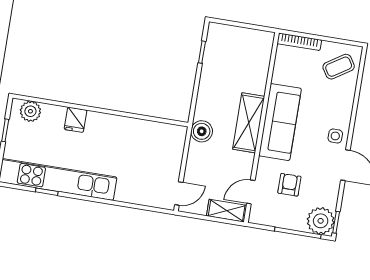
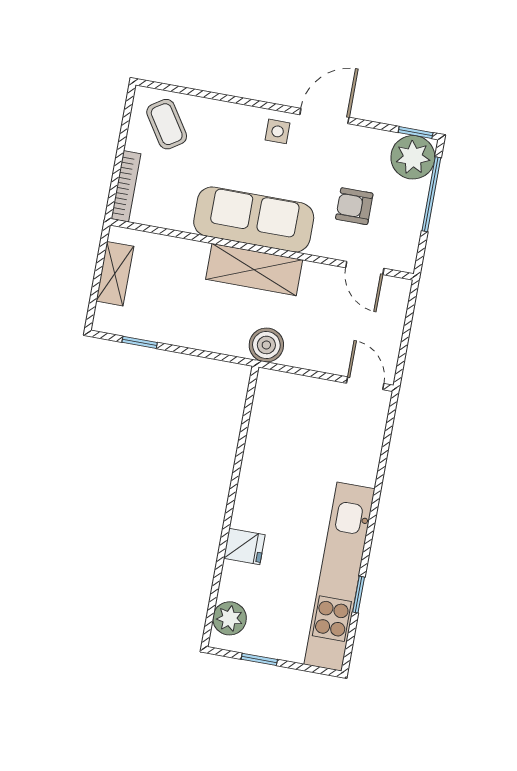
shelving: (227, 211) -> (115, 274), moved

